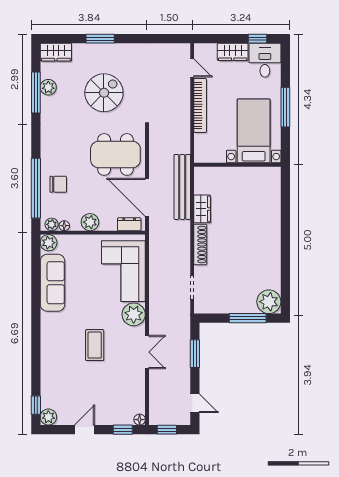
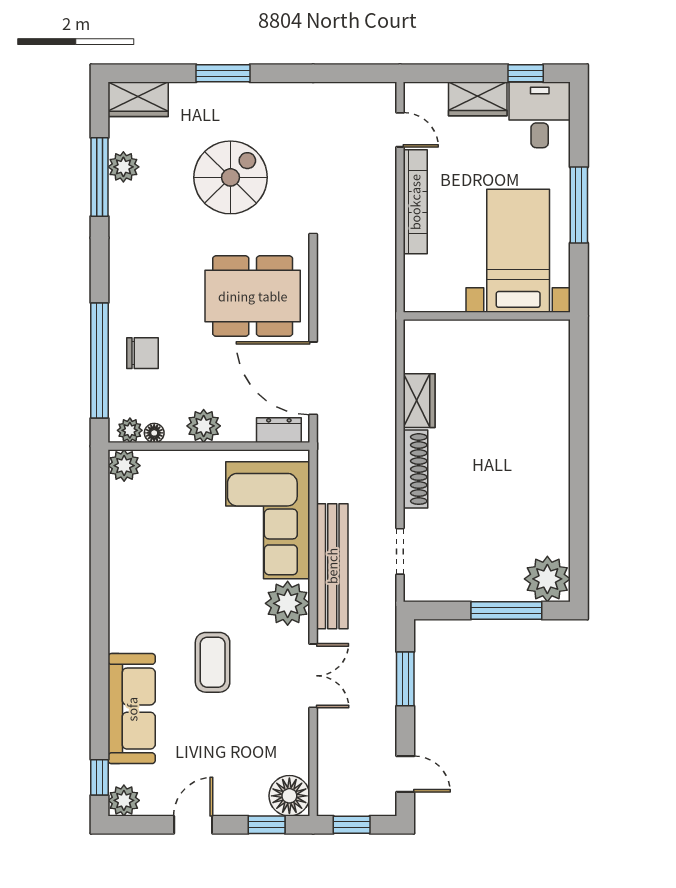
bench: (182, 187) -> (332, 566), moved
sofa: (53, 283) -> (132, 709), moved
floor lamp: (140, 420) -> (289, 796), width x1.89, depth x1.89

